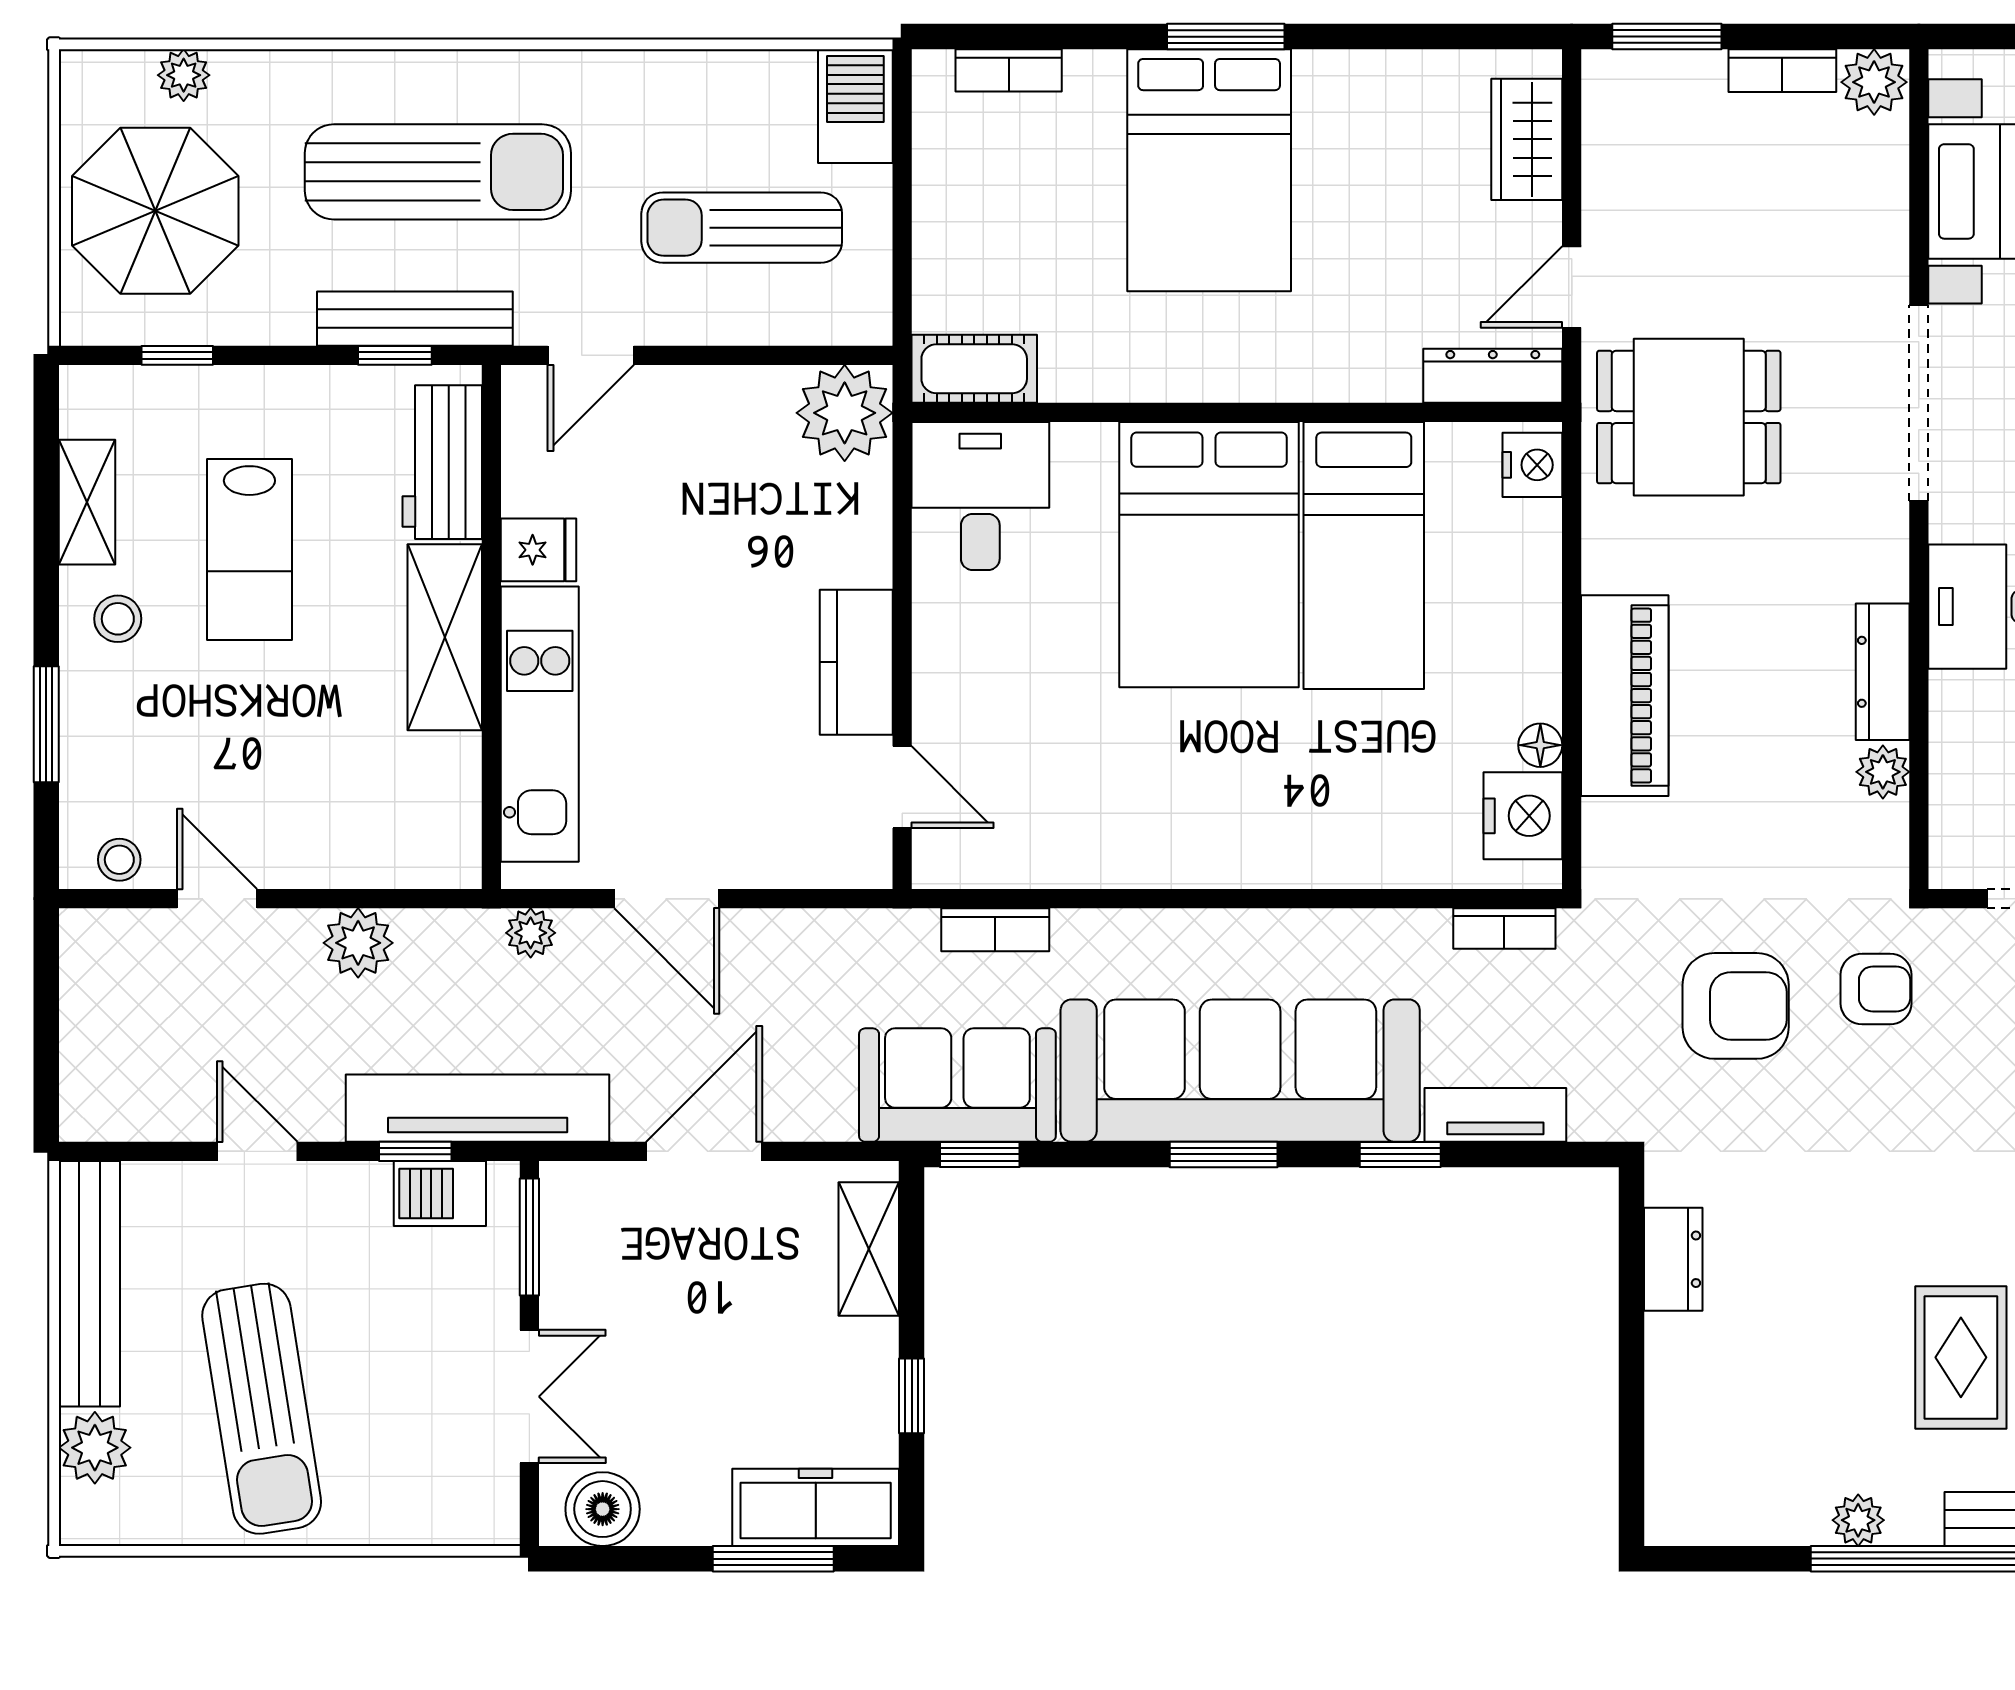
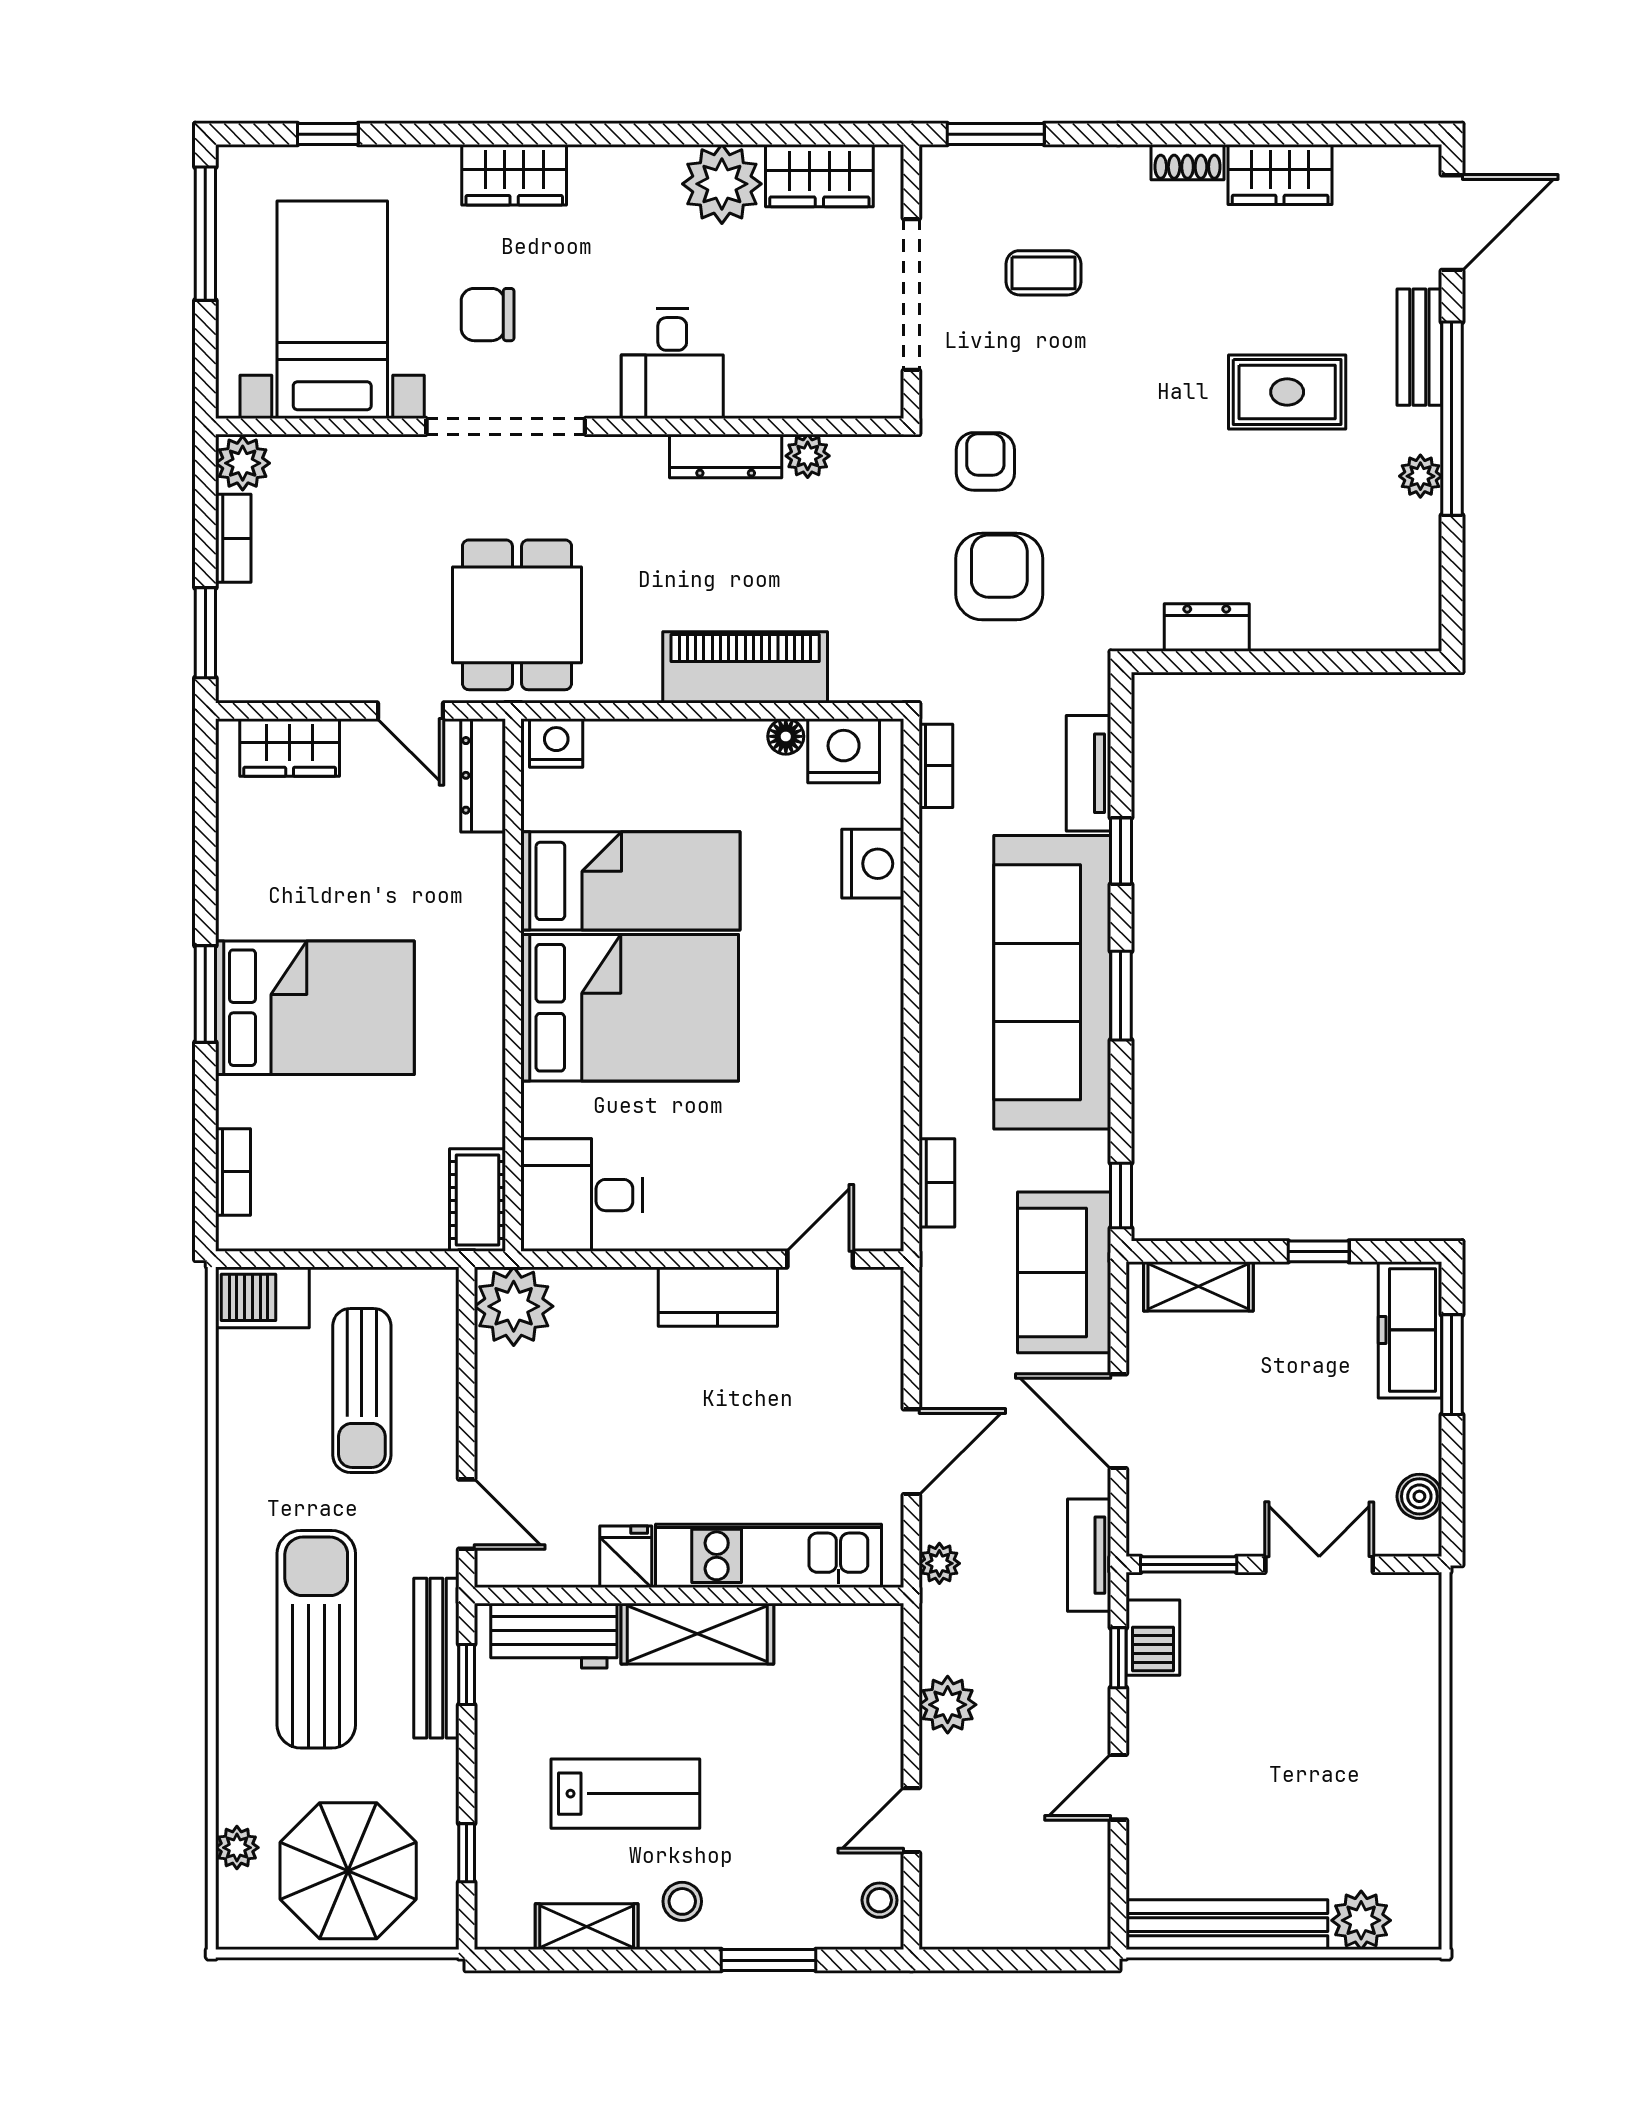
nightstand: (1385, 851) -> (873, 864), added
sofa: (957, 1085) -> (1064, 1272), moved
tv unit: (478, 1108) -> (1089, 1555), width x0.52, depth x0.78
sun lounger: (262, 1409) -> (1329, 1784), removed
boiler: (603, 1509) -> (1419, 1496), width x0.73, depth x0.73

